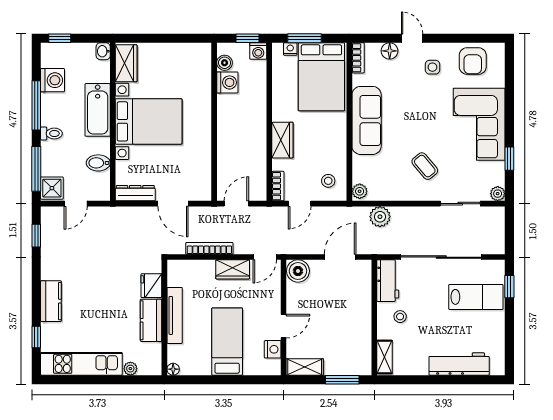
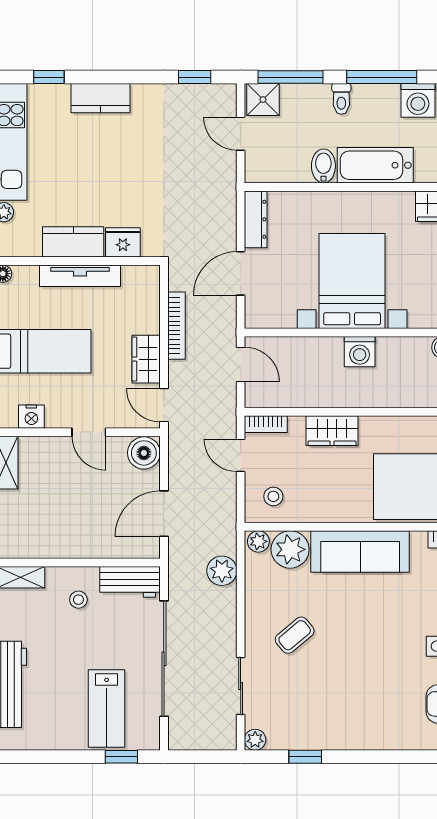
washing machine: (227, 82) -> (360, 352), moved
bed with nightstands: (149, 121) -> (352, 281), moved, turned 180
corner sofa: (479, 124) -> (355, 713), removed
bidet: (98, 163) -> (323, 166), moved
plant: (365, 169) -> (290, 549), added
door: (340, 257) -> (164, 514), swing flipped
door: (284, 326) -> (89, 432), moved

